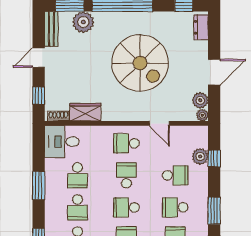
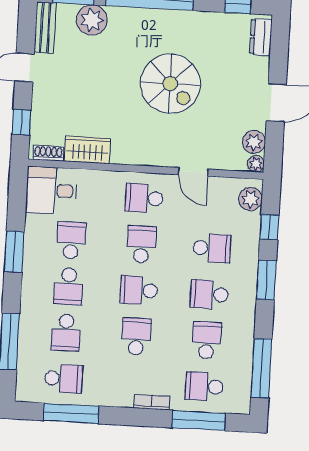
spiral stairs: (140, 63) -> (170, 84), width x0.73, depth x0.73
plant: (200, 156) -> (251, 199), moved
school desk: (77, 175) -> (71, 240), turned 180
window: (214, 211) -> (266, 280), moved

